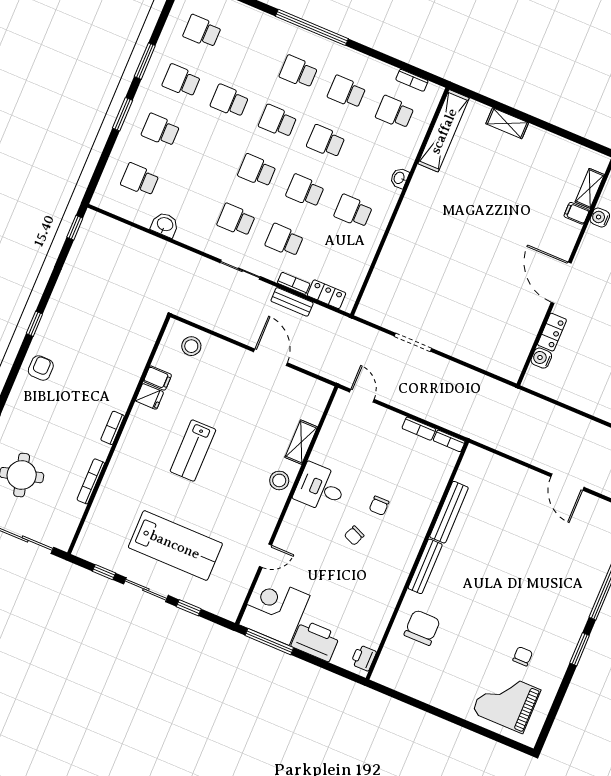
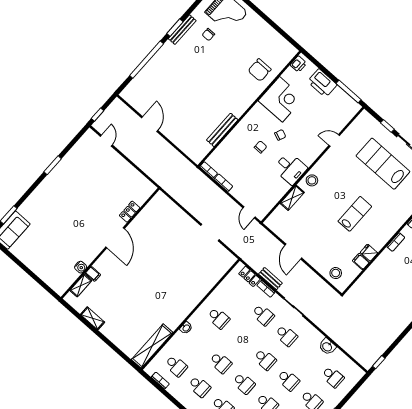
shelving: (507, 123) -> (93, 318), moved
school desk: (305, 191) -> (288, 380), moved
water cooler: (541, 358) -> (141, 199), removed
bench: (425, 566) -> (182, 30), moved
corner desk: (274, 610) -> (281, 99), moved, turned -90

